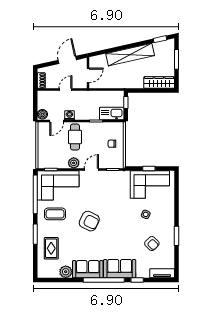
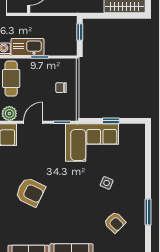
kitchen sink: (112, 114) -> (27, 47), moved
corner sofa: (150, 184) -> (92, 143), moved

